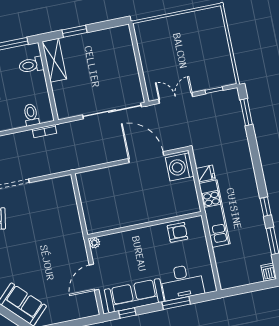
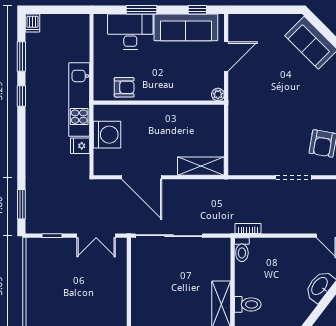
toilet: (31, 115) -> (242, 250), moved
washing machine: (180, 167) -> (107, 135), moved
shelving: (97, 177) -> (201, 166), added
armchair: (177, 232) -> (124, 87), turned 180

